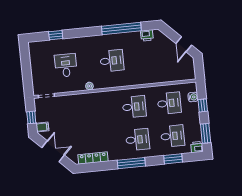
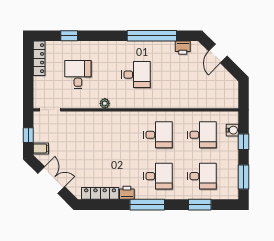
door: (184, 44) -> (218, 54), moved
locker: (34, 55) -> (39, 58), added
printer: (197, 147) -> (127, 193), moved

